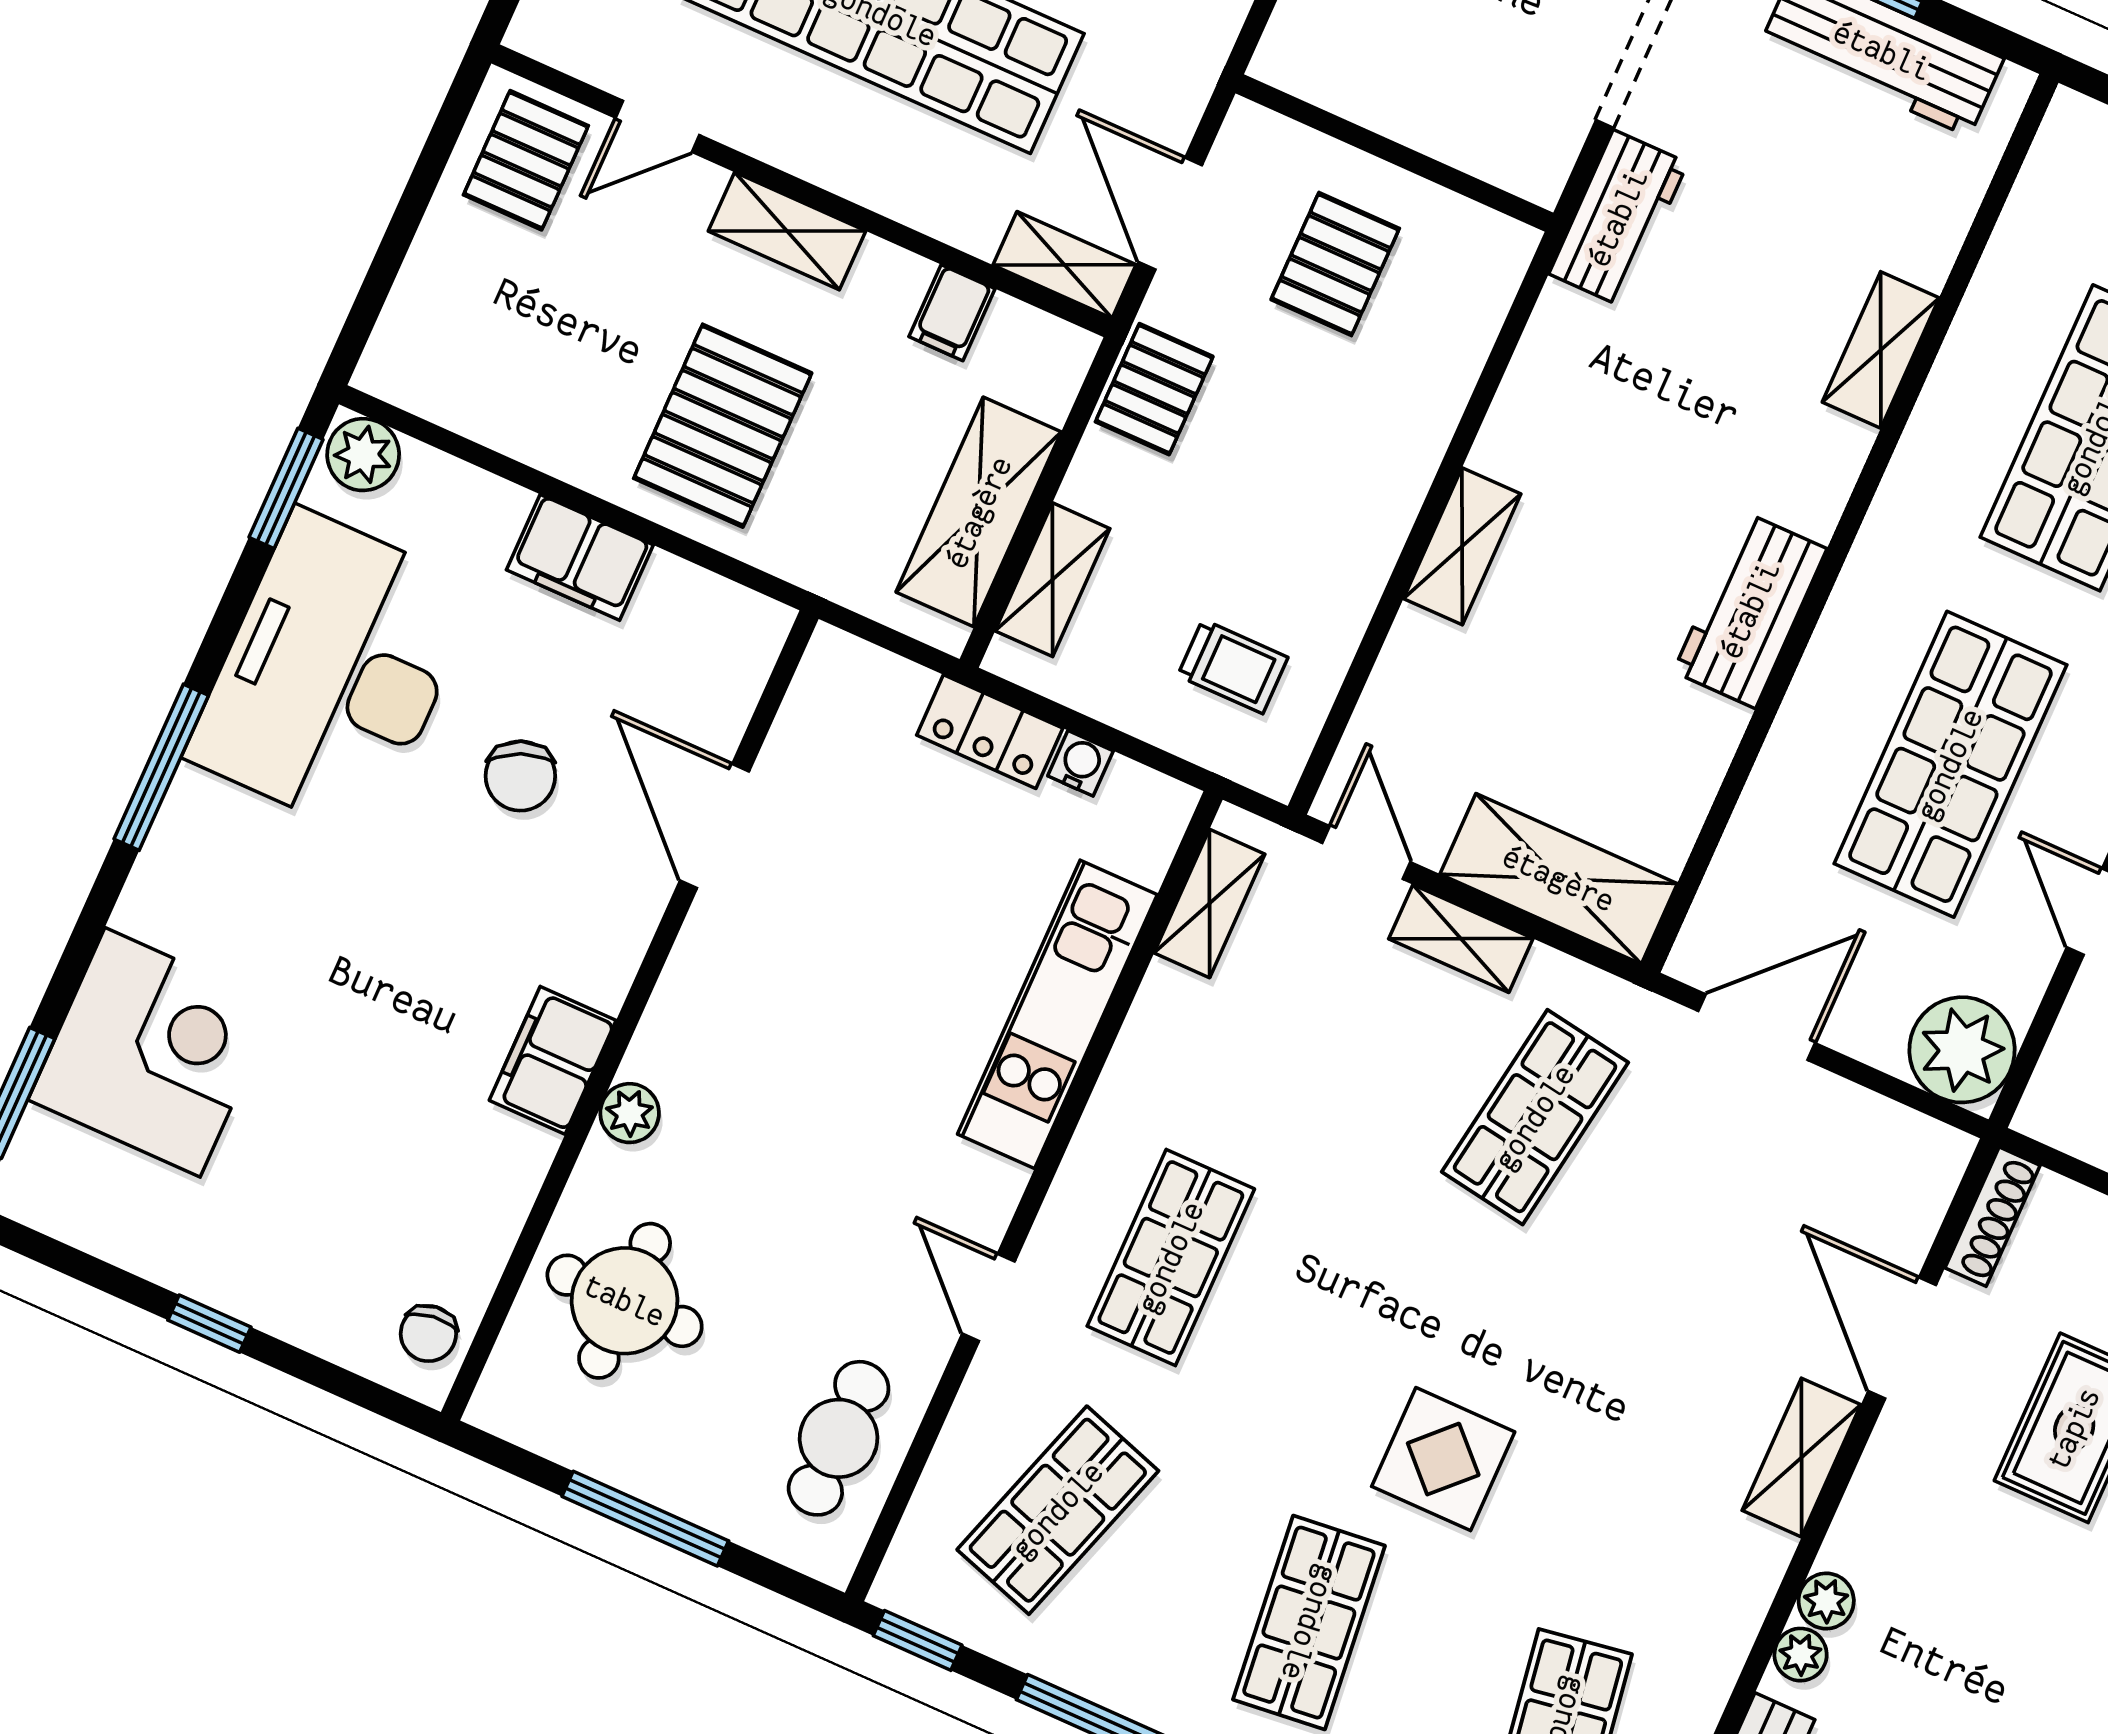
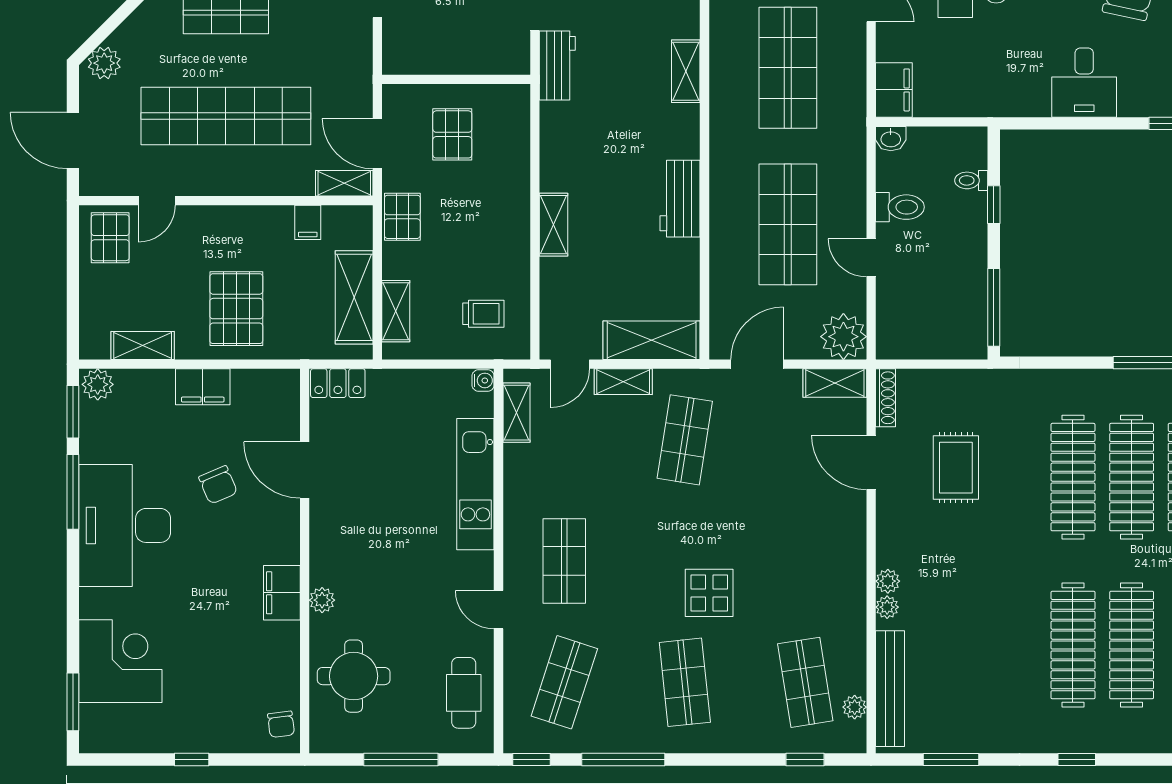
shelving: (787, 231) -> (143, 345), moved
desk: (333, 673) -> (125, 525), moved
locker: (990, 732) -> (338, 383), moved
water cooler: (1081, 763) -> (483, 380), moved, turned 90
window: (161, 767) -> (73, 492), moved
door: (1366, 852) -> (570, 364), swing flipped
shelving: (1802, 1458) -> (835, 383), moved, turned 90

